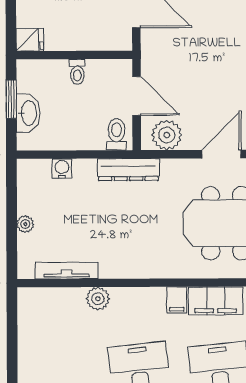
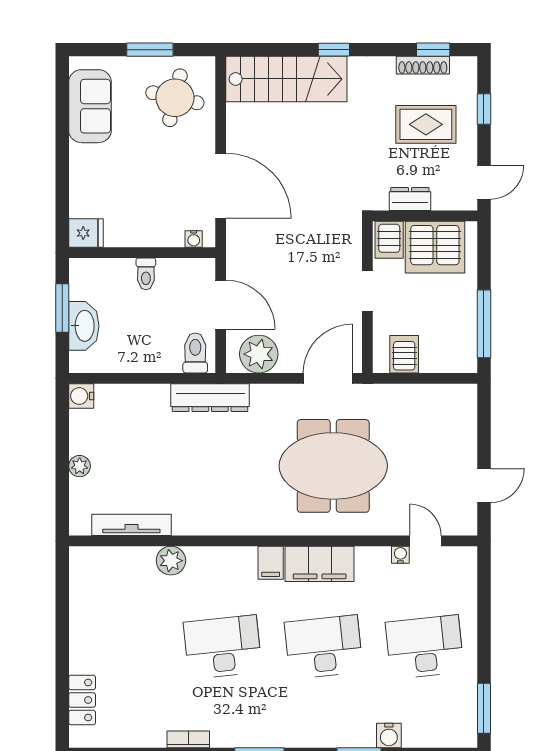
water cooler: (115, 44) -> (194, 239), added
water cooler: (62, 169) -> (81, 396), moved, turned -90

